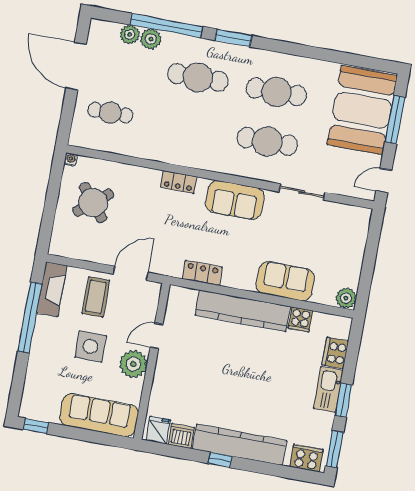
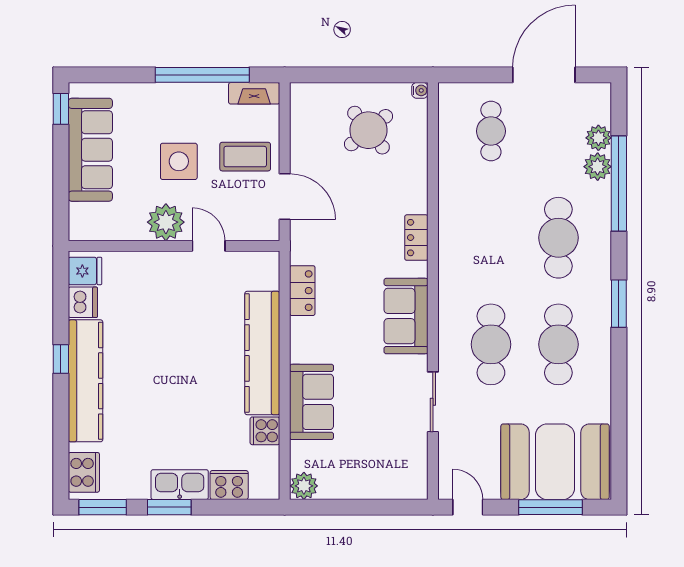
window: (233, 38) -> (619, 304), moved
fireplace: (52, 289) -> (254, 93), width x0.73, depth x0.76
sofa: (99, 415) -> (90, 150), moved

